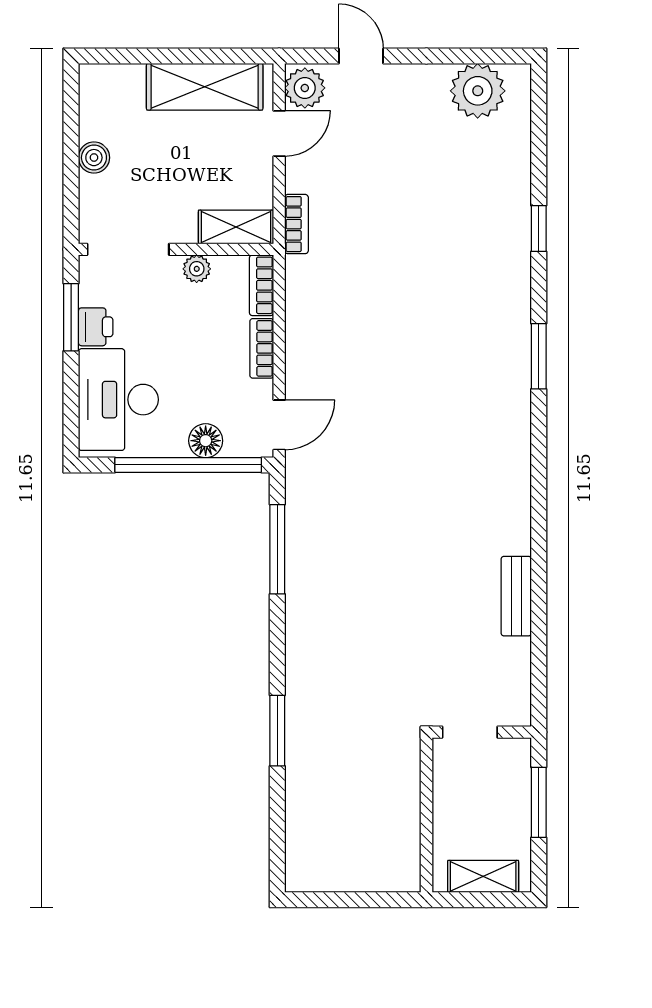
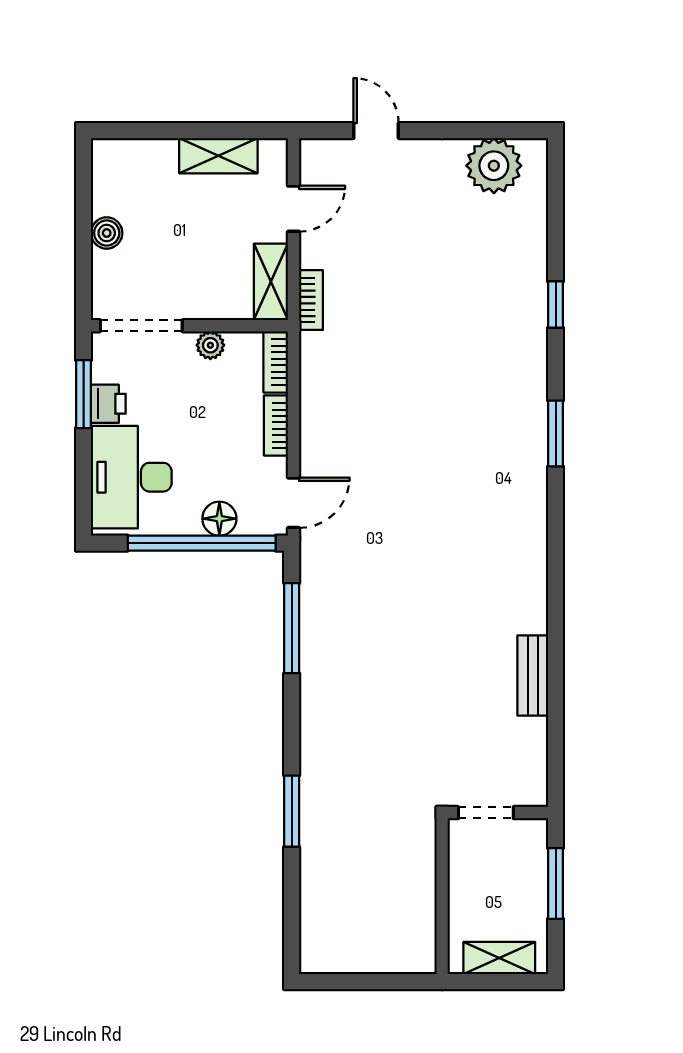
shelving: (205, 87) -> (218, 156), width x0.67, depth x0.75
plant: (305, 88) -> (319, 163), removed
shelving: (236, 227) -> (271, 282), moved, turned 90

